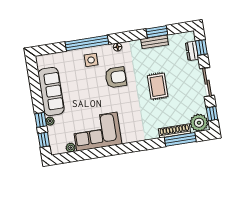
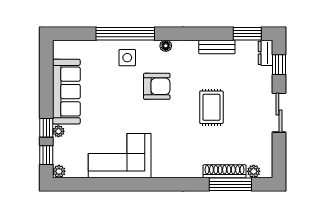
window: (157, 32) -> (247, 34), moved
dresser: (192, 51) -> (265, 53), moved
window: (212, 114) -> (279, 156), removed
plant: (199, 123) -> (254, 171), width x0.53, depth x0.53
plant: (71, 148) -> (59, 171), moved

